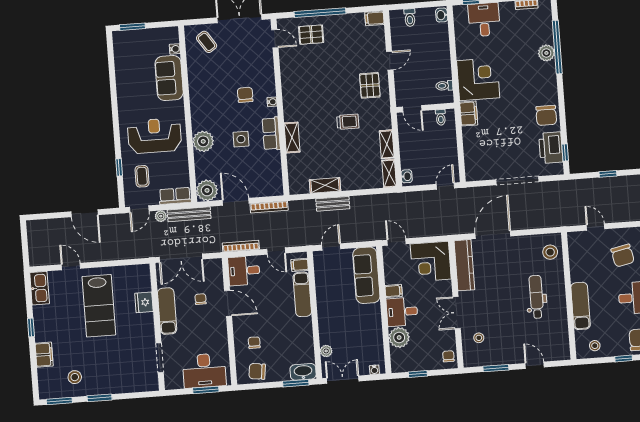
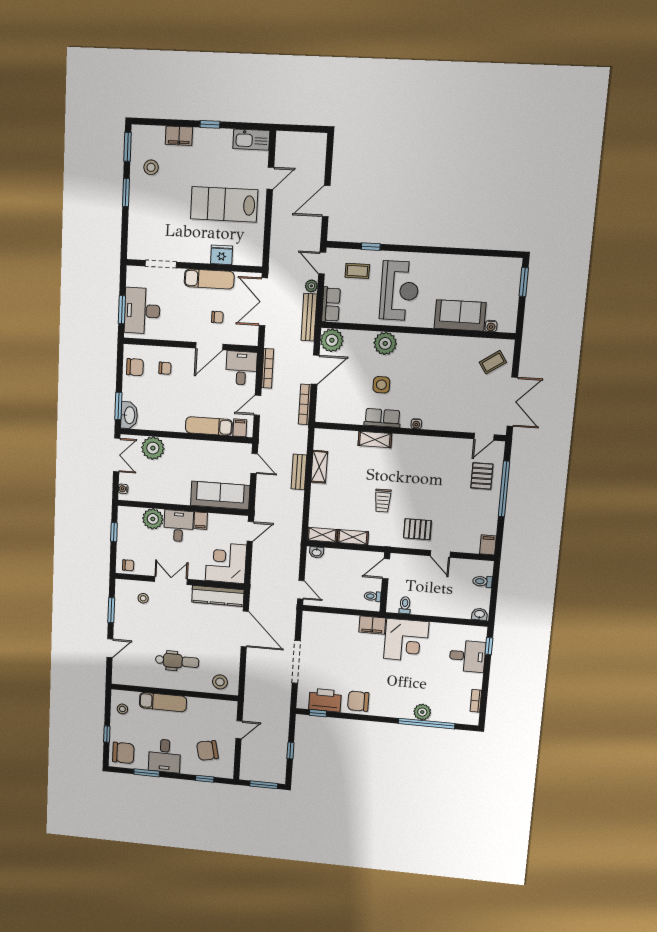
chair: (245, 95) -> (428, 396), removed
plant: (326, 351) -> (153, 448), width x1.88, depth x1.88
chair: (257, 371) -> (135, 367), turned 83

